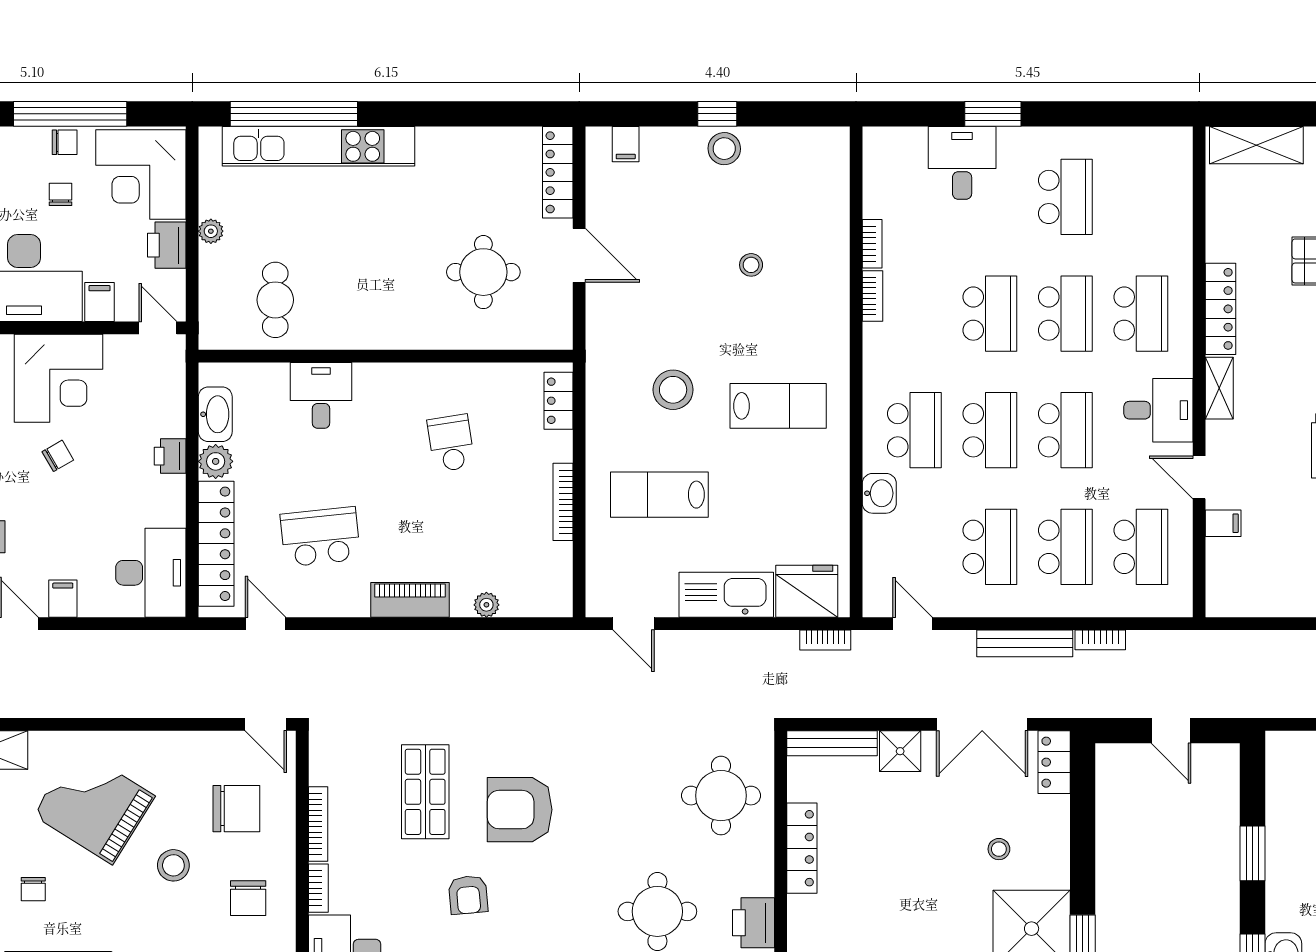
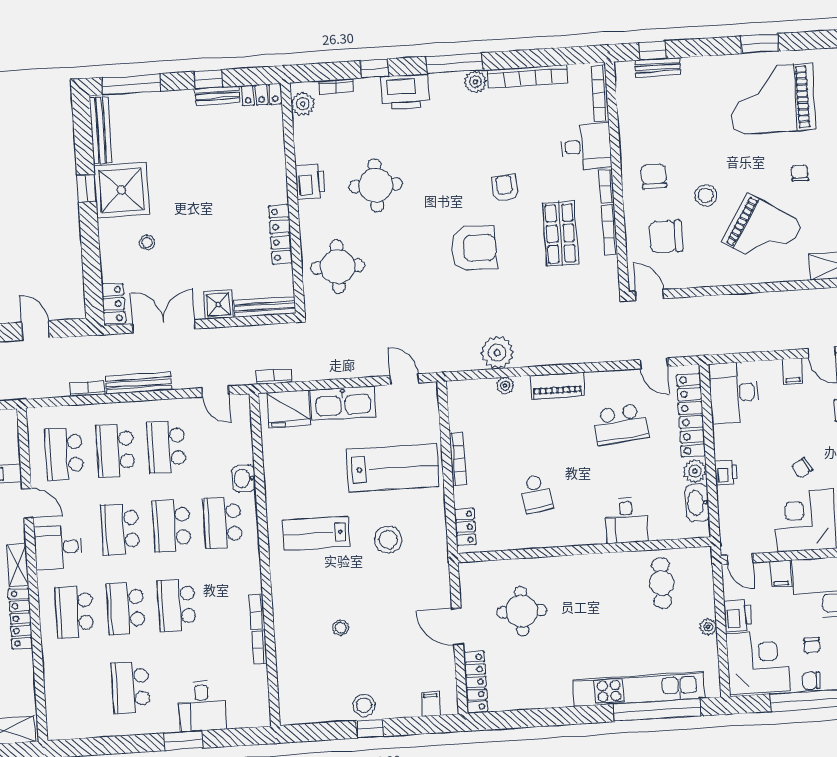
lab bench: (659, 495) -> (393, 468), width x1.36, depth x1.39
plant: (495, 654) -> (497, 353), added
shop shelf: (425, 792) -> (560, 233), moved

